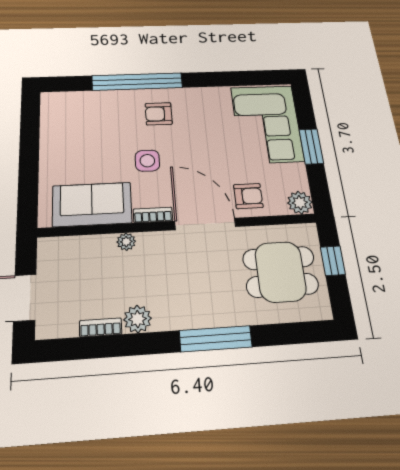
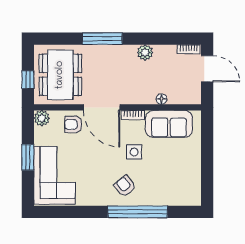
armchair: (159, 114) -> (125, 186), turned -130
floor lamp: (106, 242) -> (161, 99), added
plant: (126, 242) -> (149, 99), removed
dining table: (280, 272) -> (60, 75), width x1.38
bookcase: (101, 327) -> (189, 49), moved

